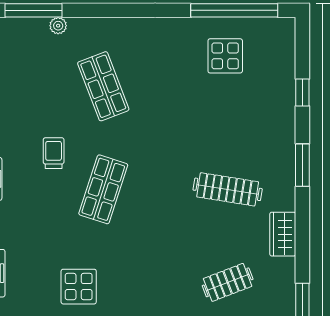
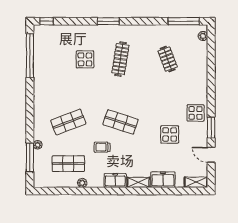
display table: (225, 56) -> (85, 59), moved
shop shelf: (21, 86) -> (68, 164), added
window: (302, 93) -> (46, 21), moved
wardrobe: (283, 234) -> (143, 31), removed

